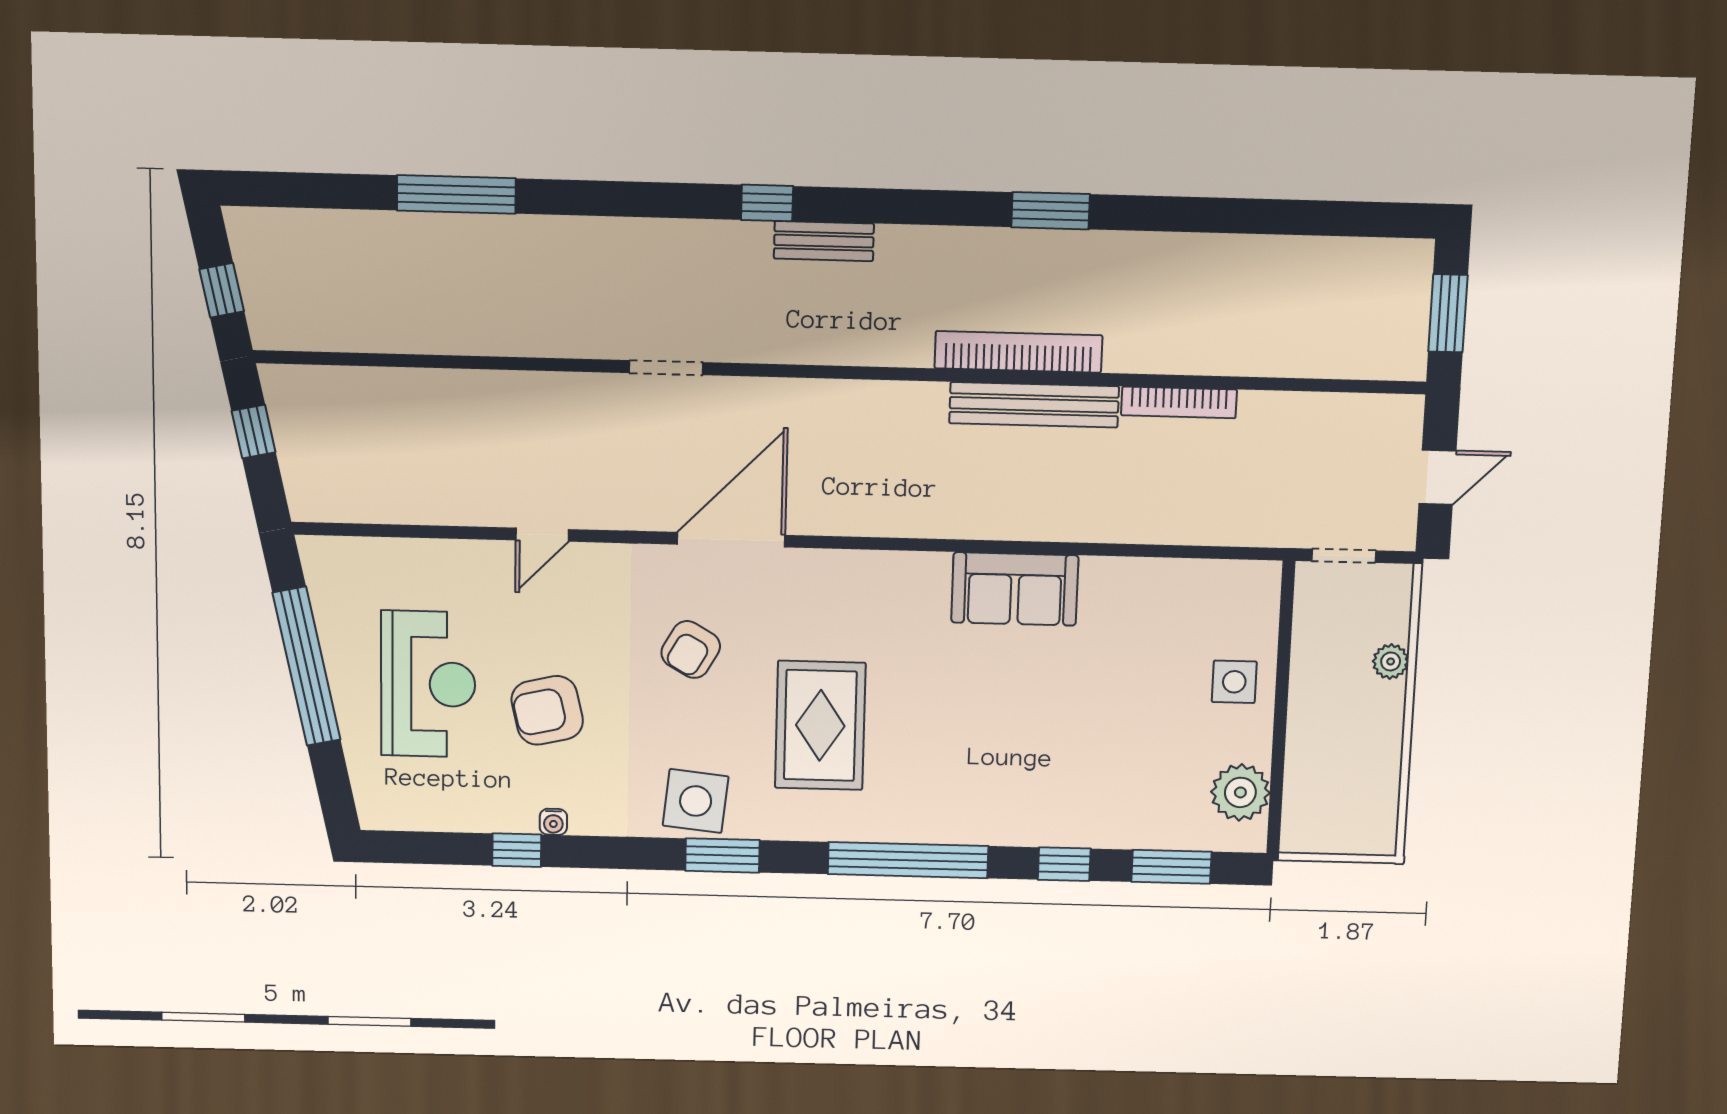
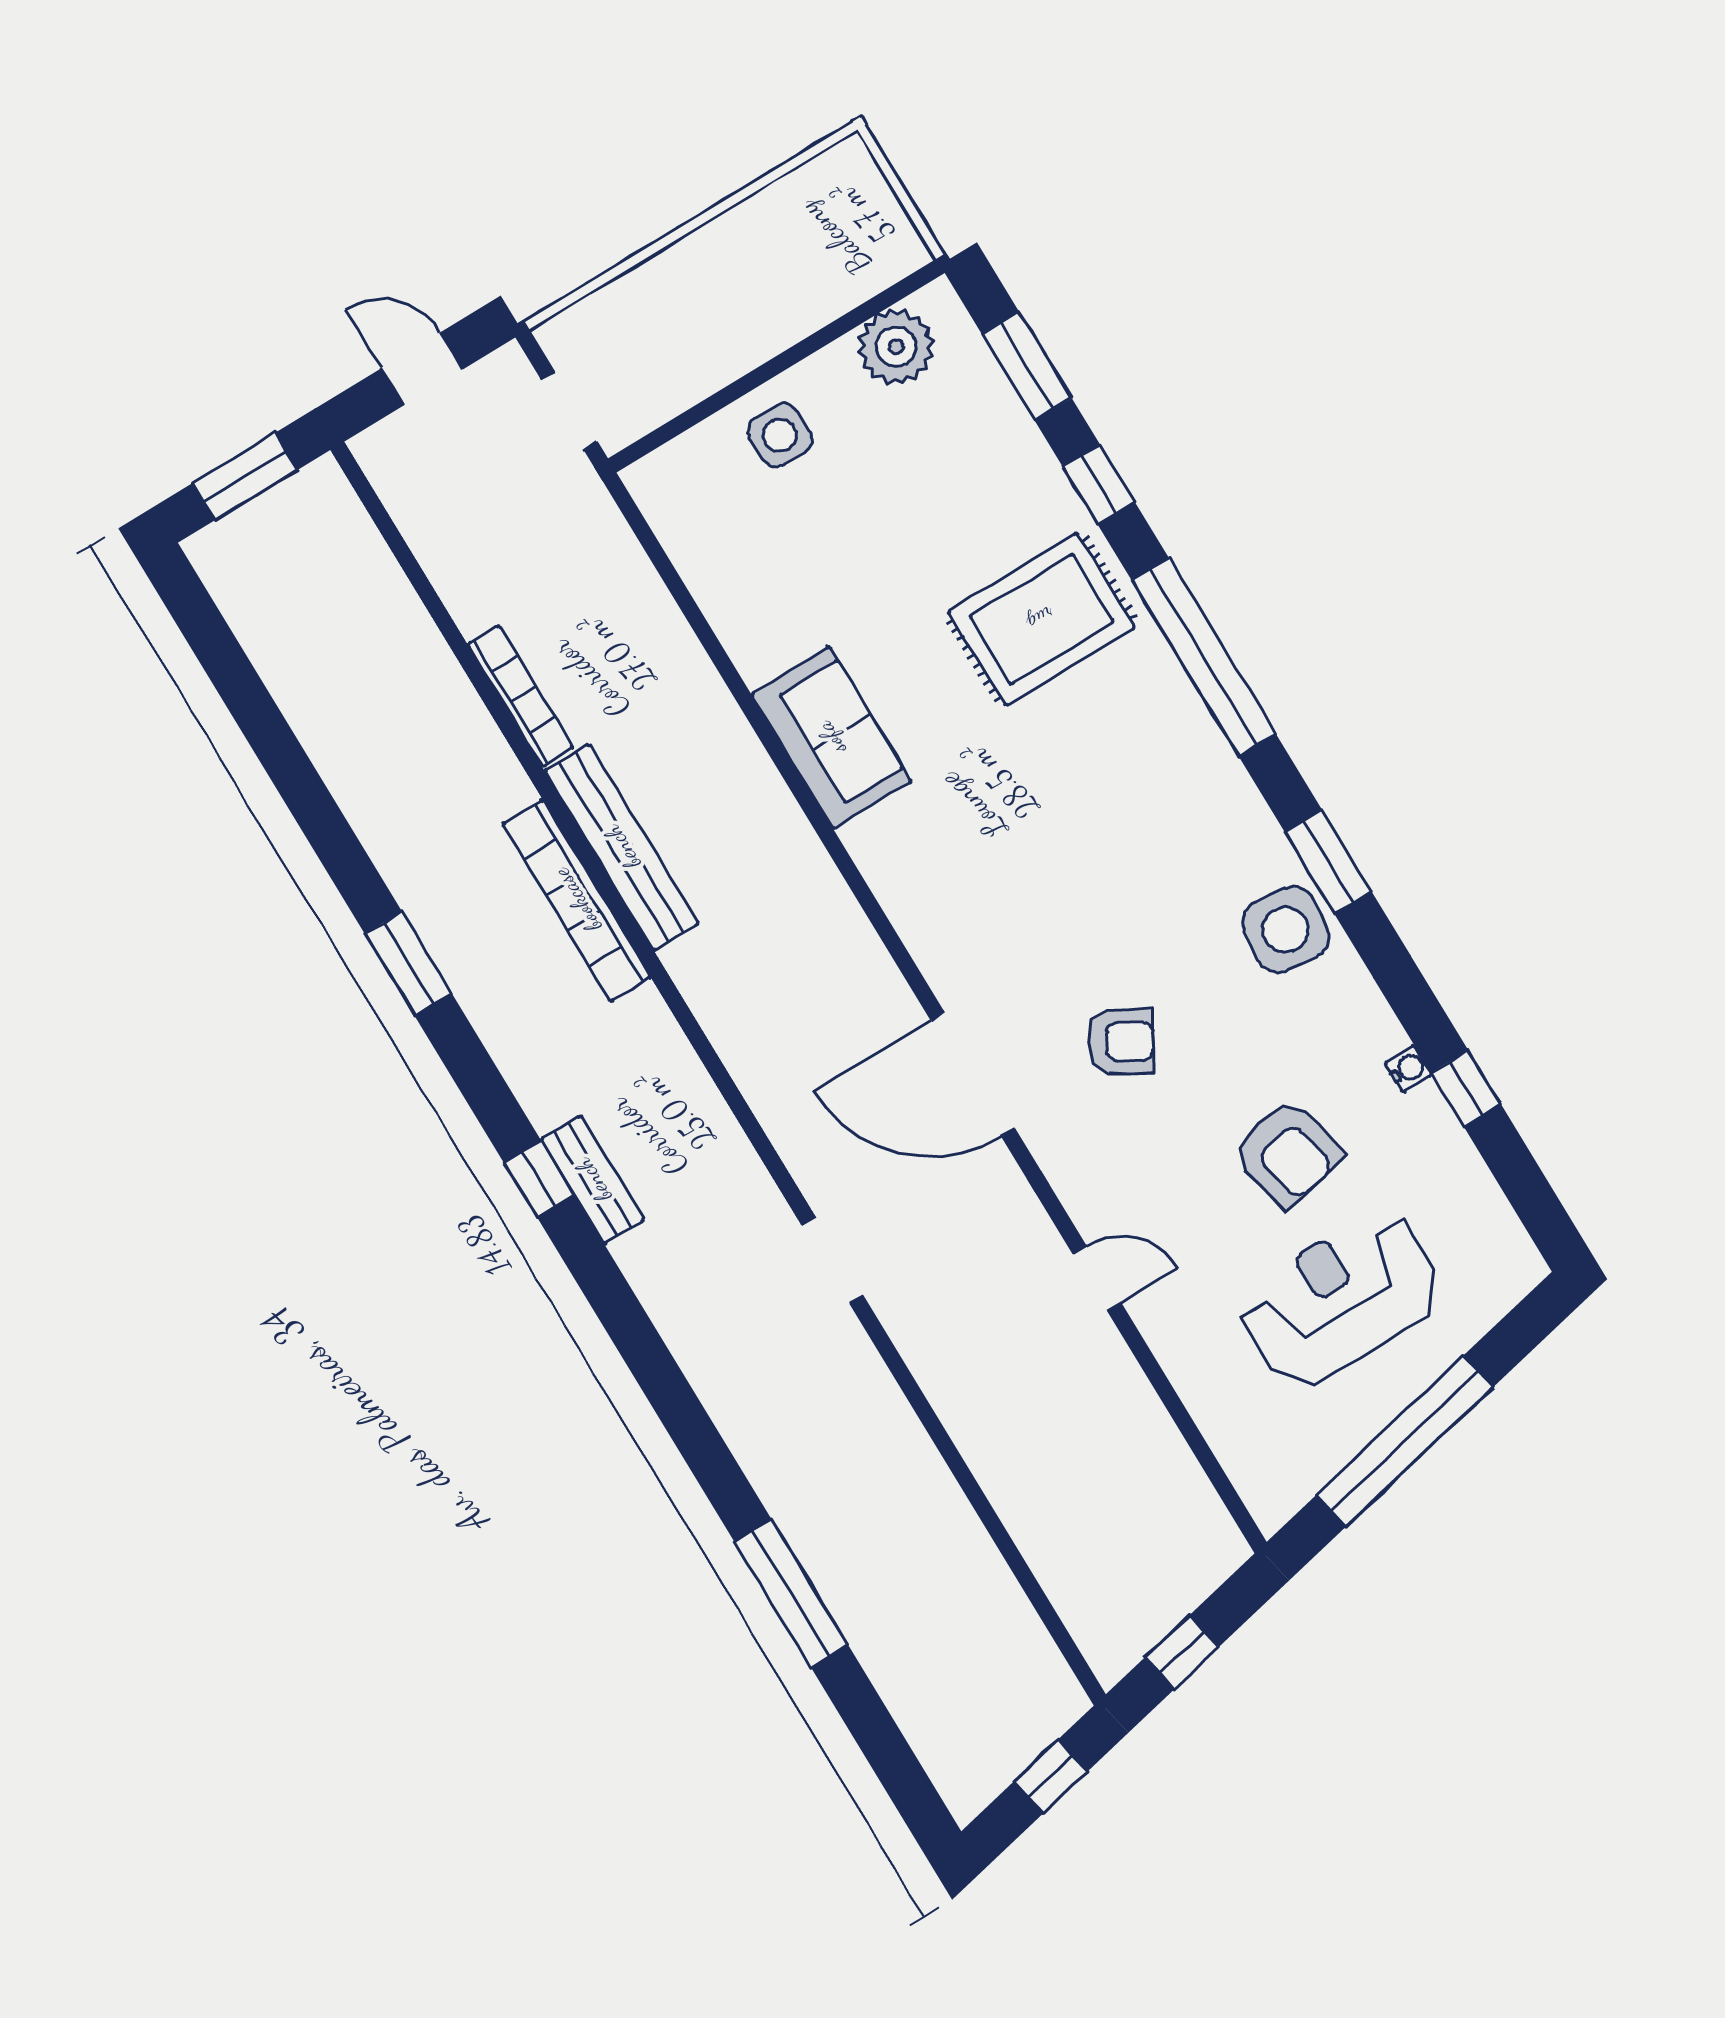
window: (767, 203) -> (539, 1179), moved
plant: (1391, 661) -> (650, 283), removed
rug: (820, 725) -> (1041, 619), moved

